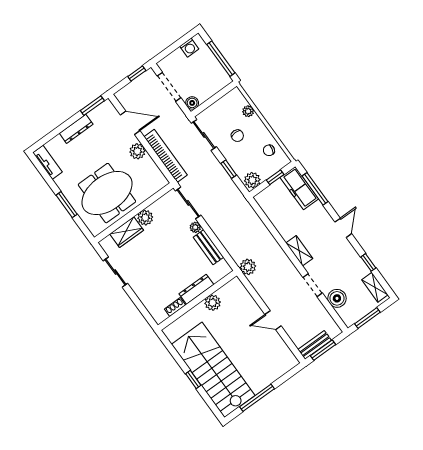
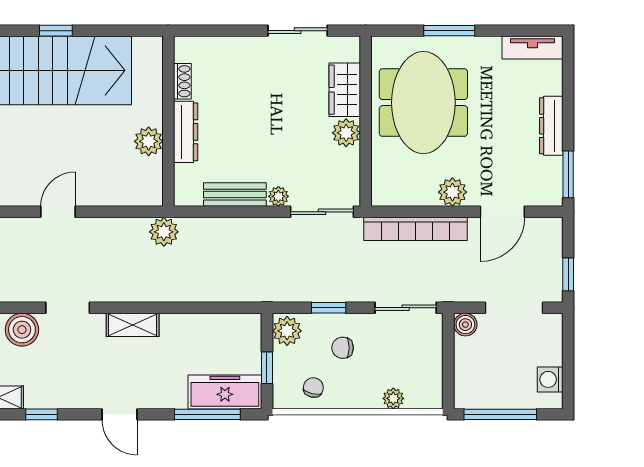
chair: (237, 136) -> (343, 348), moved

